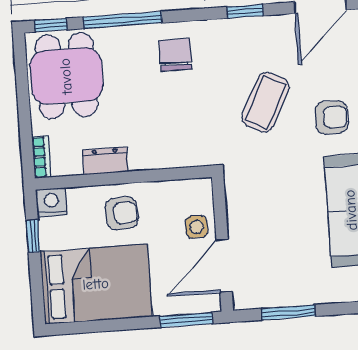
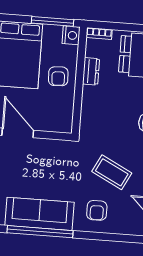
side table: (197, 227) -> (43, 120), removed
window: (33, 236) -> (52, 21), width x2.17

